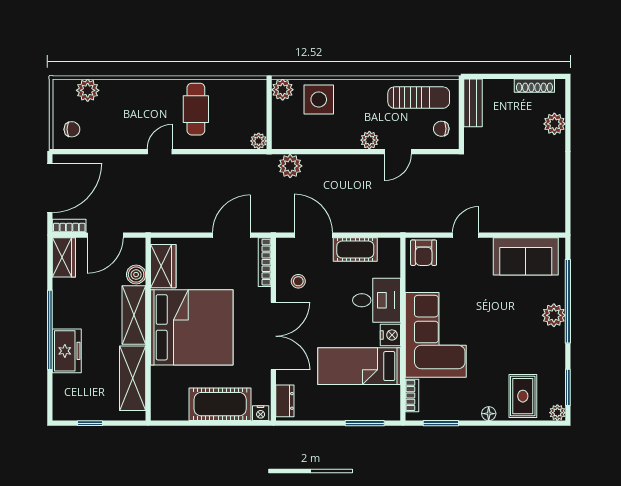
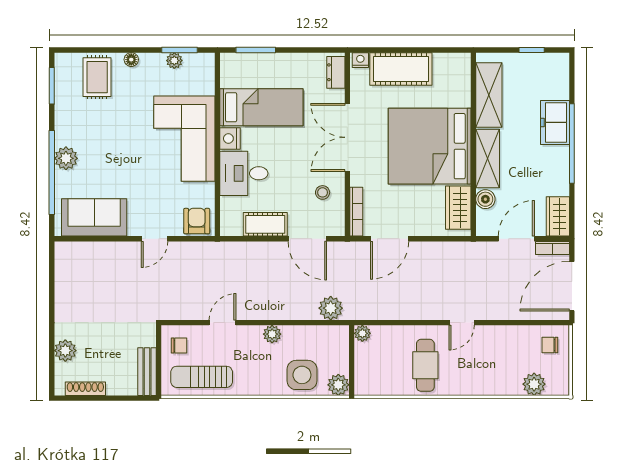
plant: (369, 140) -> (272, 334), moved
bookcase: (412, 395) -> (208, 78), removed
plant: (557, 413) -> (174, 61), moved

